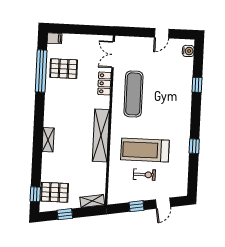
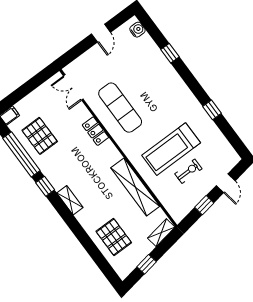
pallet: (64, 69) -> (40, 136), turned 90
locker: (104, 83) -> (95, 131), moved
shelving: (101, 135) -> (135, 187), moved
shelving: (48, 140) -> (70, 200), moved
pallet: (55, 192) -> (114, 237), moved, turned 90
window: (35, 194) -> (45, 186), moved

